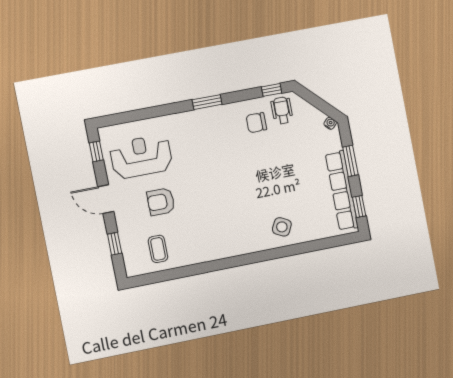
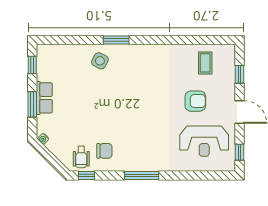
window: (207, 102) -> (142, 175), width x1.44
row of seats: (342, 191) -> (44, 98), width x0.50
window: (268, 255) -> (116, 40), added

